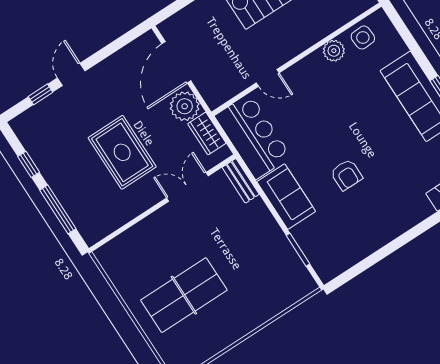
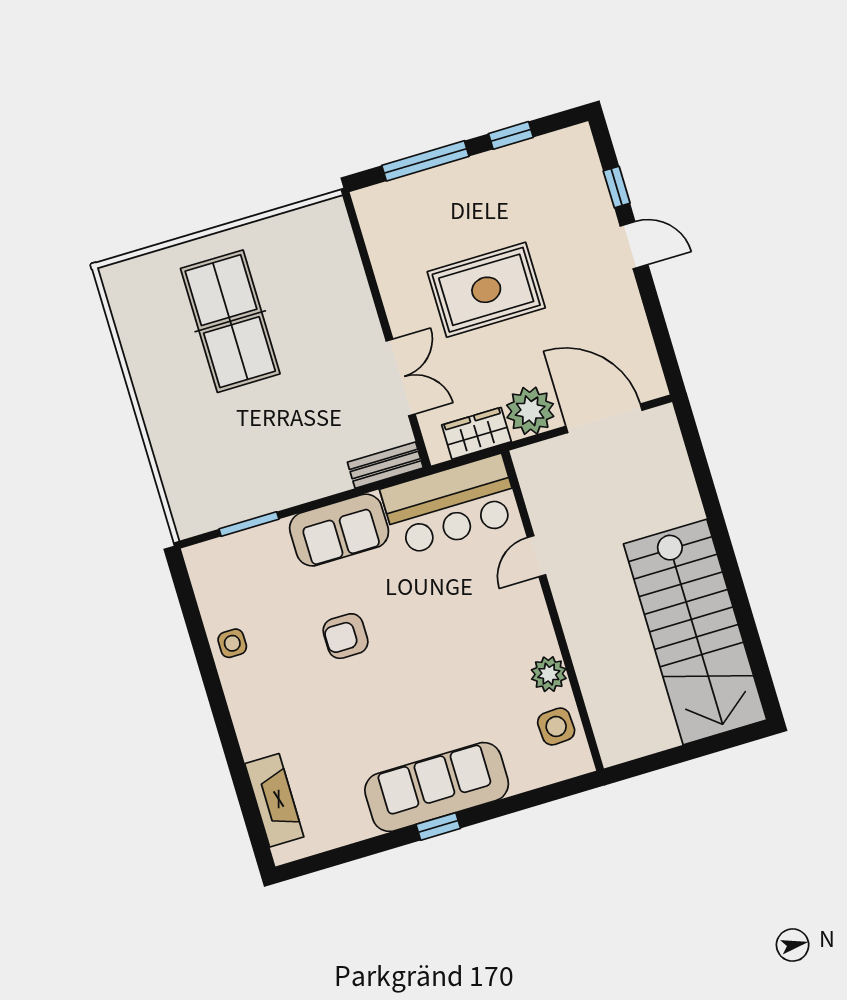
side table: (370, 239) -> (232, 643), added

